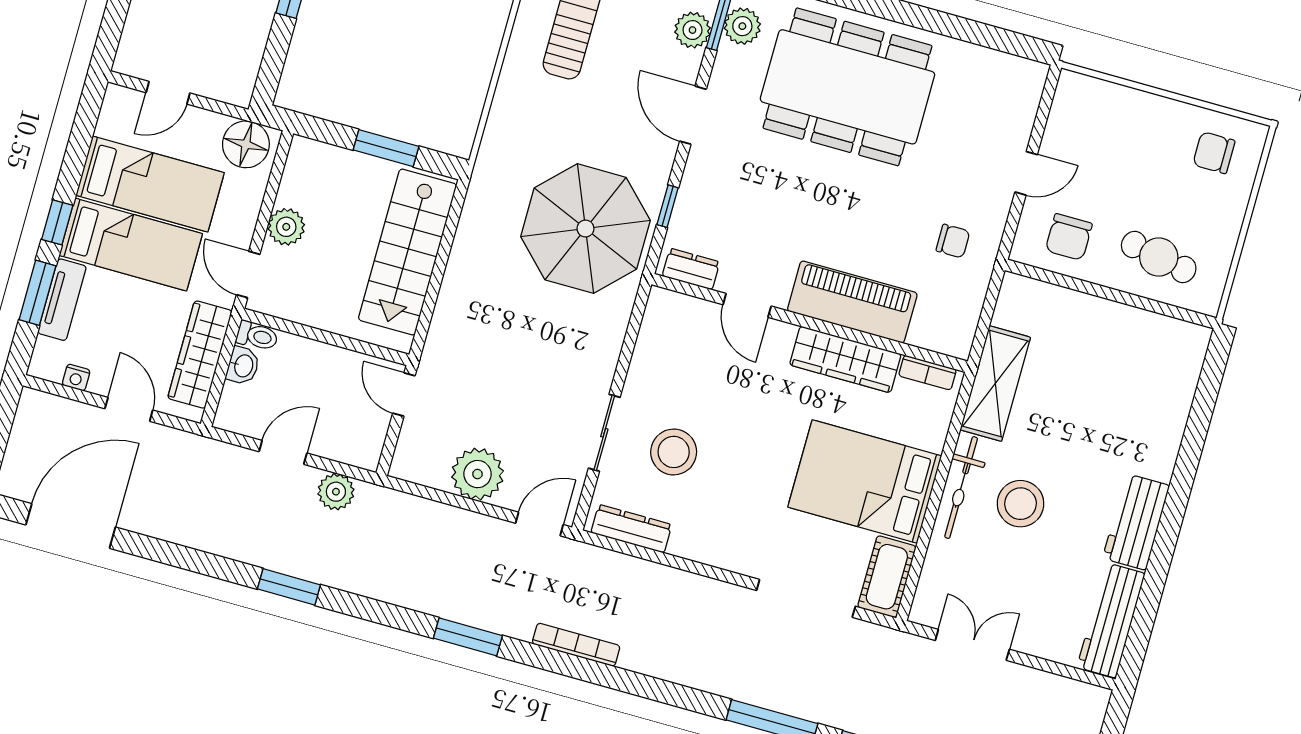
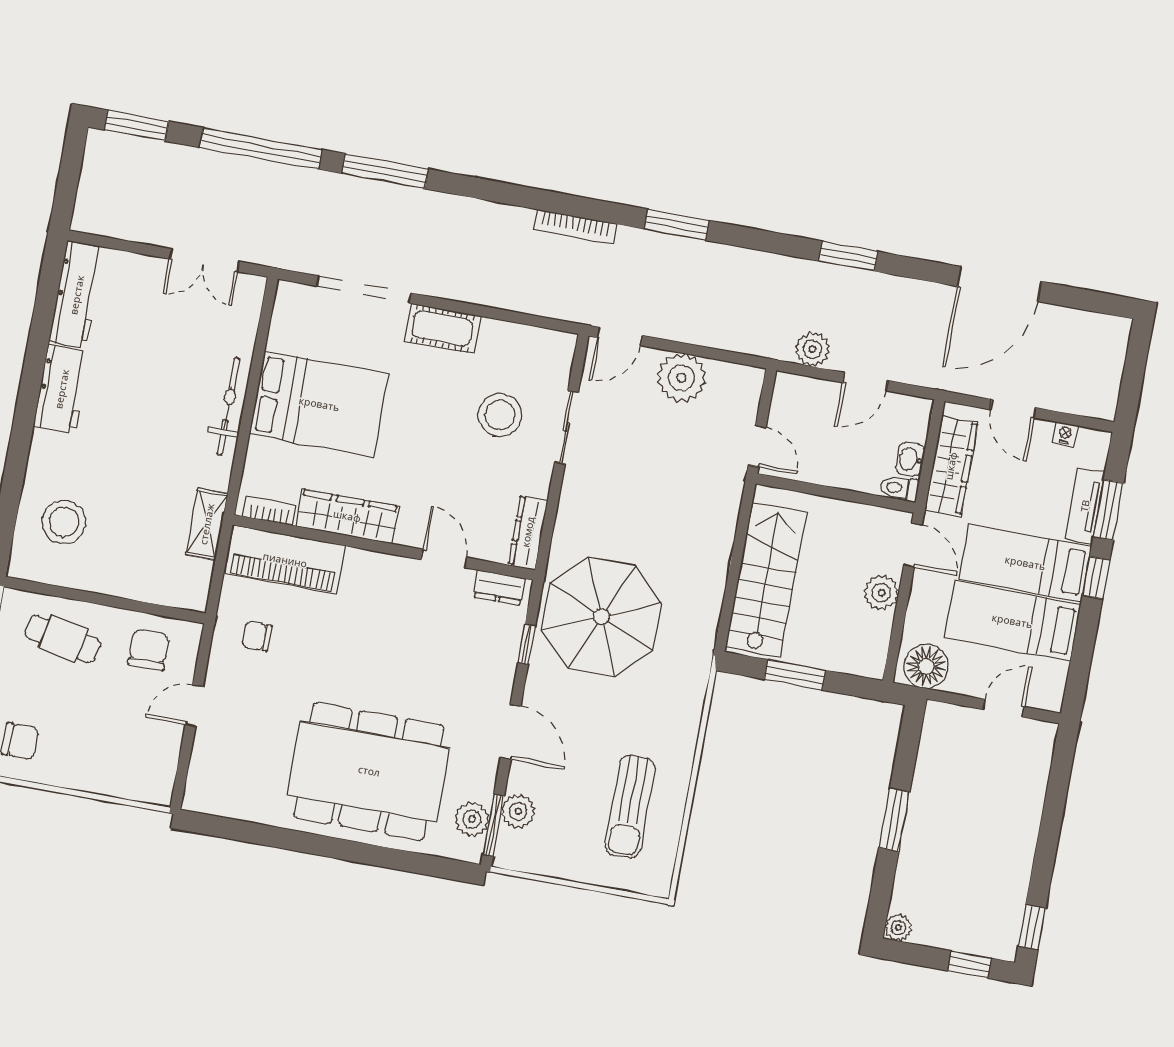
piano: (852, 302) -> (285, 560), moved
shelving: (995, 384) -> (207, 524), width x0.67, depth x0.75
stool: (1021, 504) -> (64, 522), moved
door: (71, 526) -> (999, 284), moved
dresser: (631, 529) -> (528, 532), moved, turned 90
cot: (887, 577) -> (442, 328), moved, turned 90

